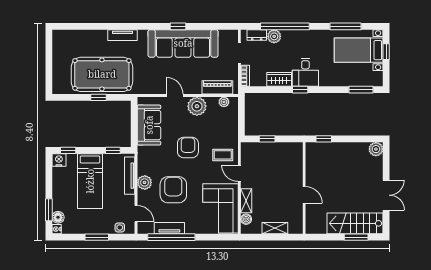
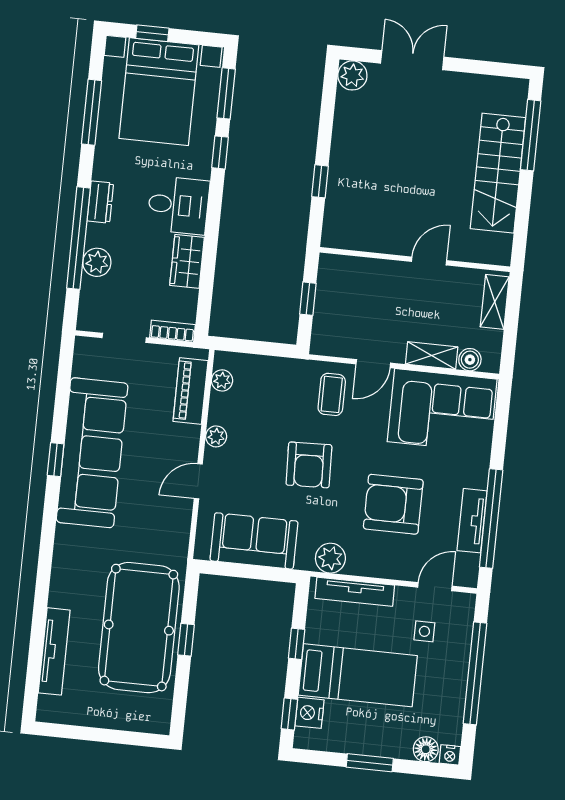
tv unit: (122, 35) -> (54, 651), moved, width x1.41
dresser: (257, 35) -> (100, 202), moved
bed with nightstands: (359, 50) -> (159, 92), width x1.36
window: (300, 90) -> (220, 152), moved
plant: (197, 106) -> (216, 436), width x0.53, depth x0.53
armchair: (188, 148) -> (309, 465), turned -92
window: (113, 150) -> (297, 644), moved
nightstand: (59, 160) -> (310, 713), moved
plant: (145, 182) -> (330, 558), moved
wall: (304, 188) -> (415, 260), moved
door: (304, 195) -> (429, 261), moved
double door: (386, 195) -> (412, 60), moved
window: (49, 210) -> (370, 763), moved
stairs: (355, 223) -> (498, 173), moved
side table: (120, 227) -> (424, 631), moved
window: (97, 237) -> (475, 673), width x2.11
window: (356, 237) -> (531, 135), width x1.44

